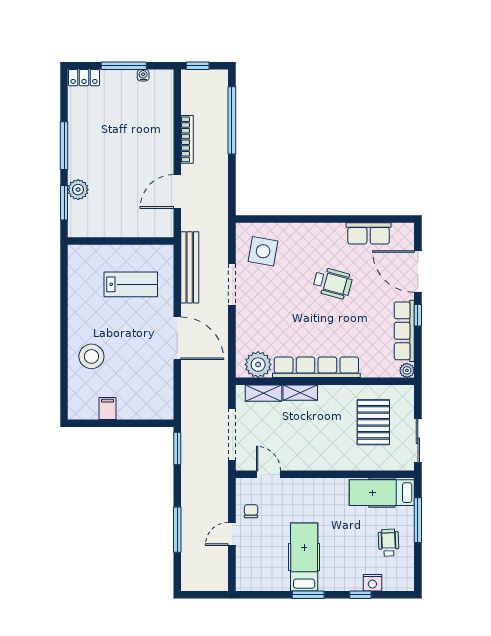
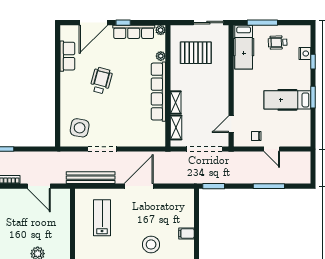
plant: (258, 365) -> (161, 56), moved, width x0.53, depth x0.53

